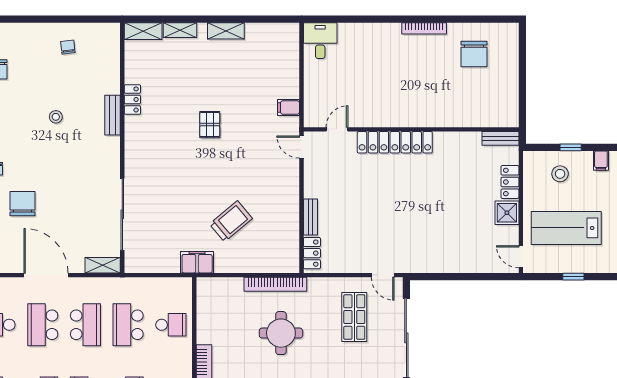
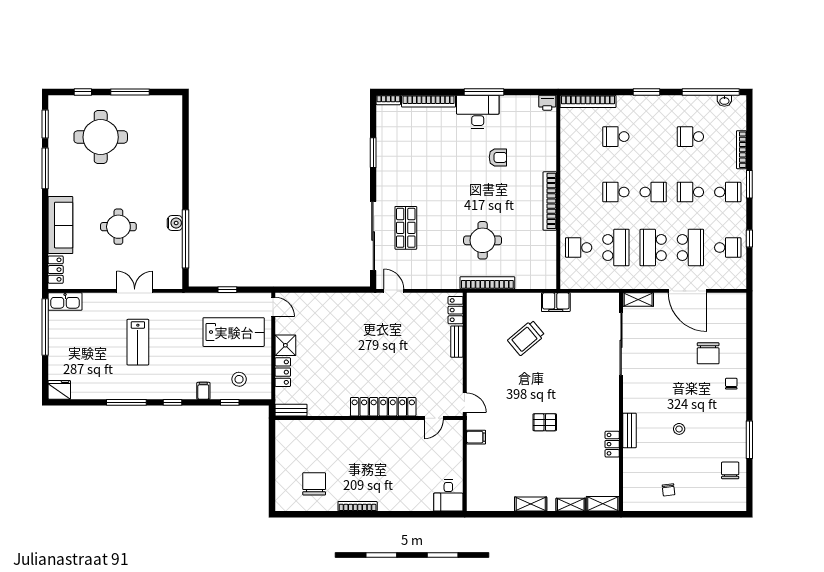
pallet: (210, 125) -> (545, 422), turned 90
shop shelf: (354, 317) -> (406, 228), moved

